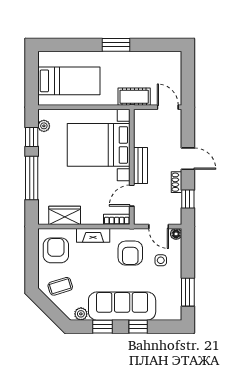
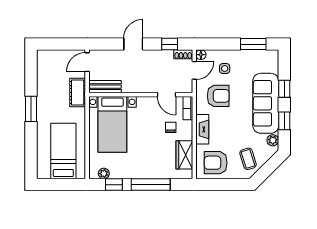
bed with nightstands: (99, 145) -> (112, 124), width x0.73
bench: (141, 166) -> (105, 87), moved
shoe rack: (177, 182) -> (183, 54), moved
chair: (95, 200) -> (171, 127), added

